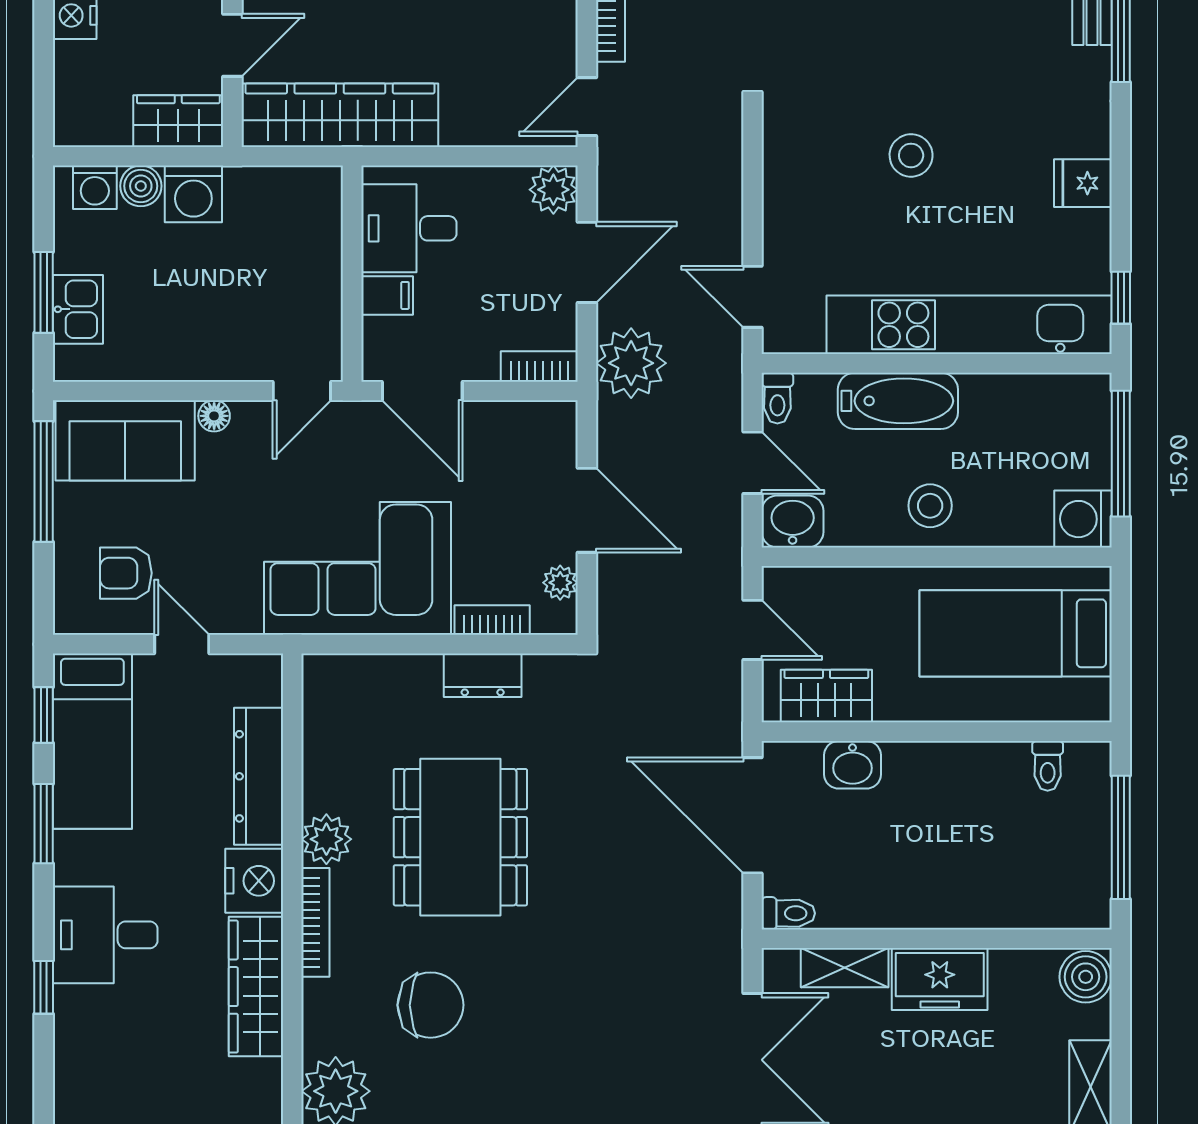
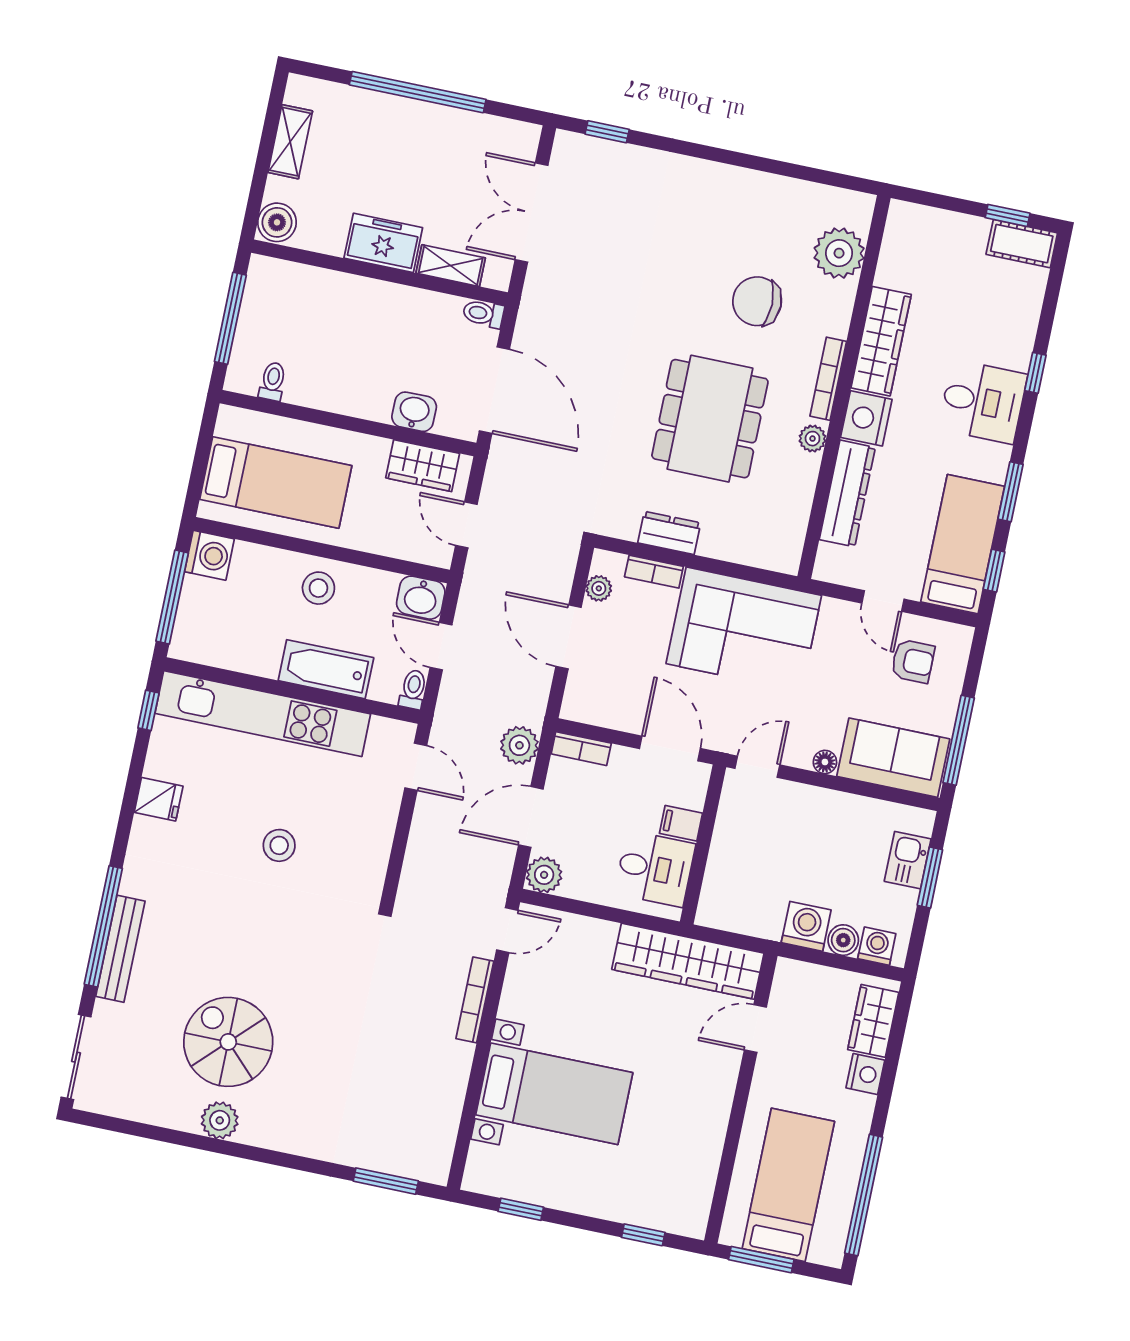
wardrobe: (178, 121) -> (873, 1021), moved, turned 90
plant: (631, 363) -> (519, 745), width x0.73, depth x0.73
plant: (326, 839) -> (812, 439), width x0.73, depth x0.73

